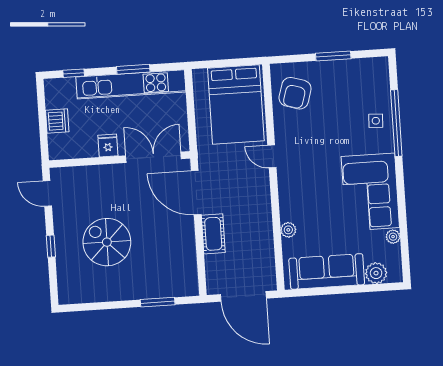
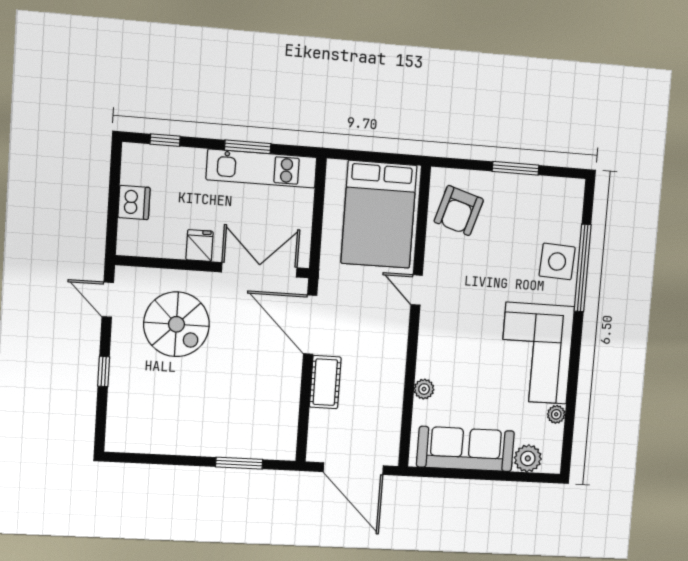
kitchen unit: (131, 84) -> (262, 169), width x0.73
side table: (376, 121) -> (557, 262), width x1.87, depth x1.87
spiral stairs: (107, 242) -> (176, 324), moved, turned 180

